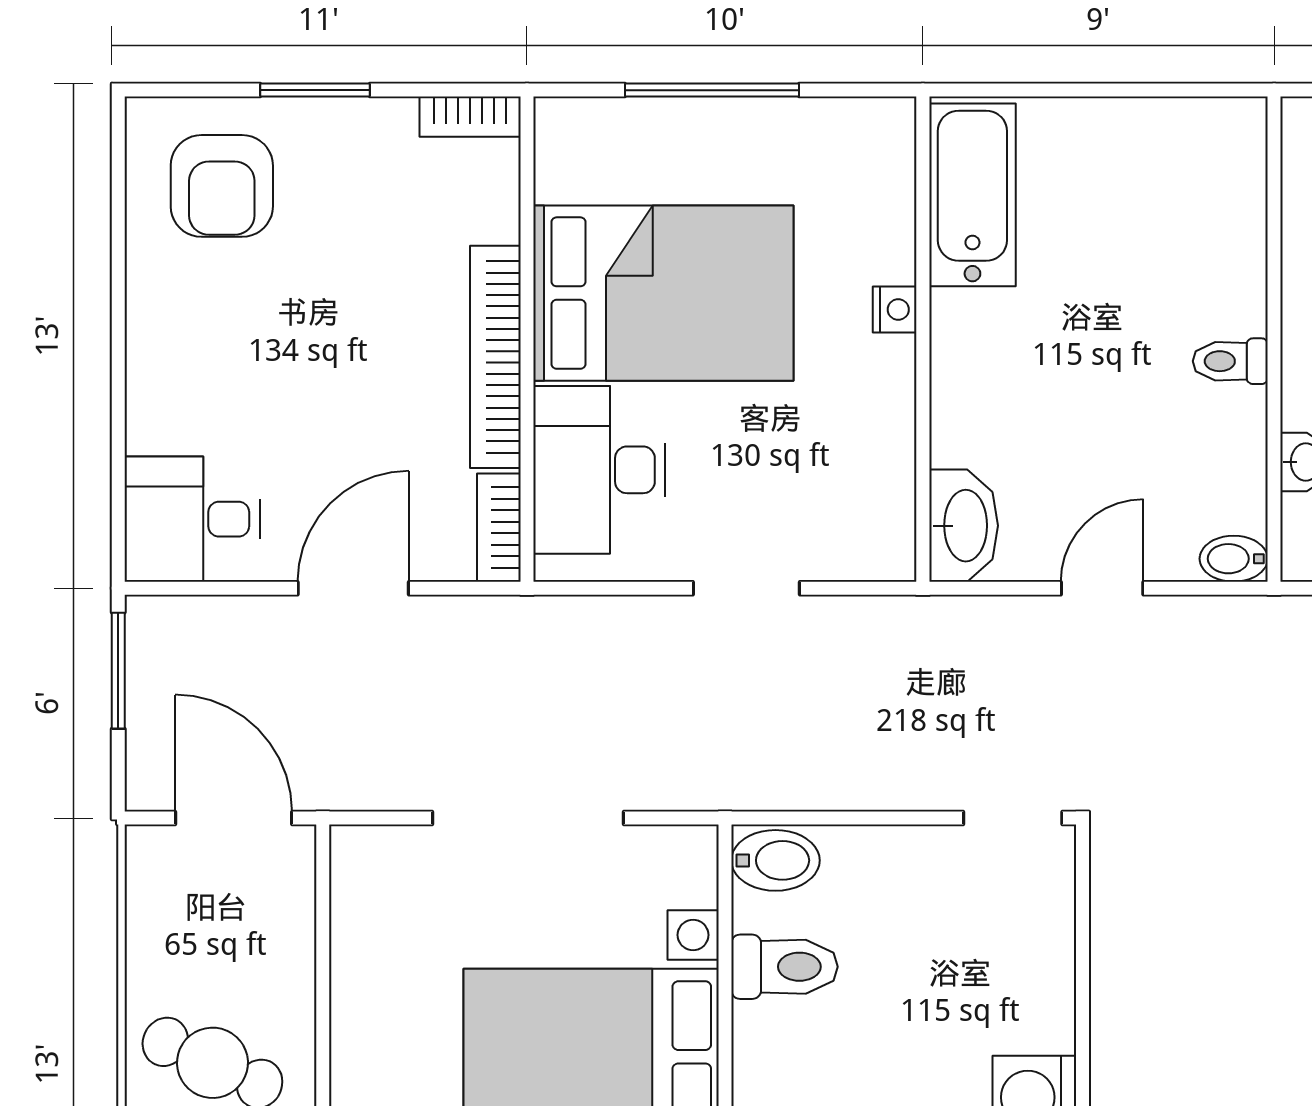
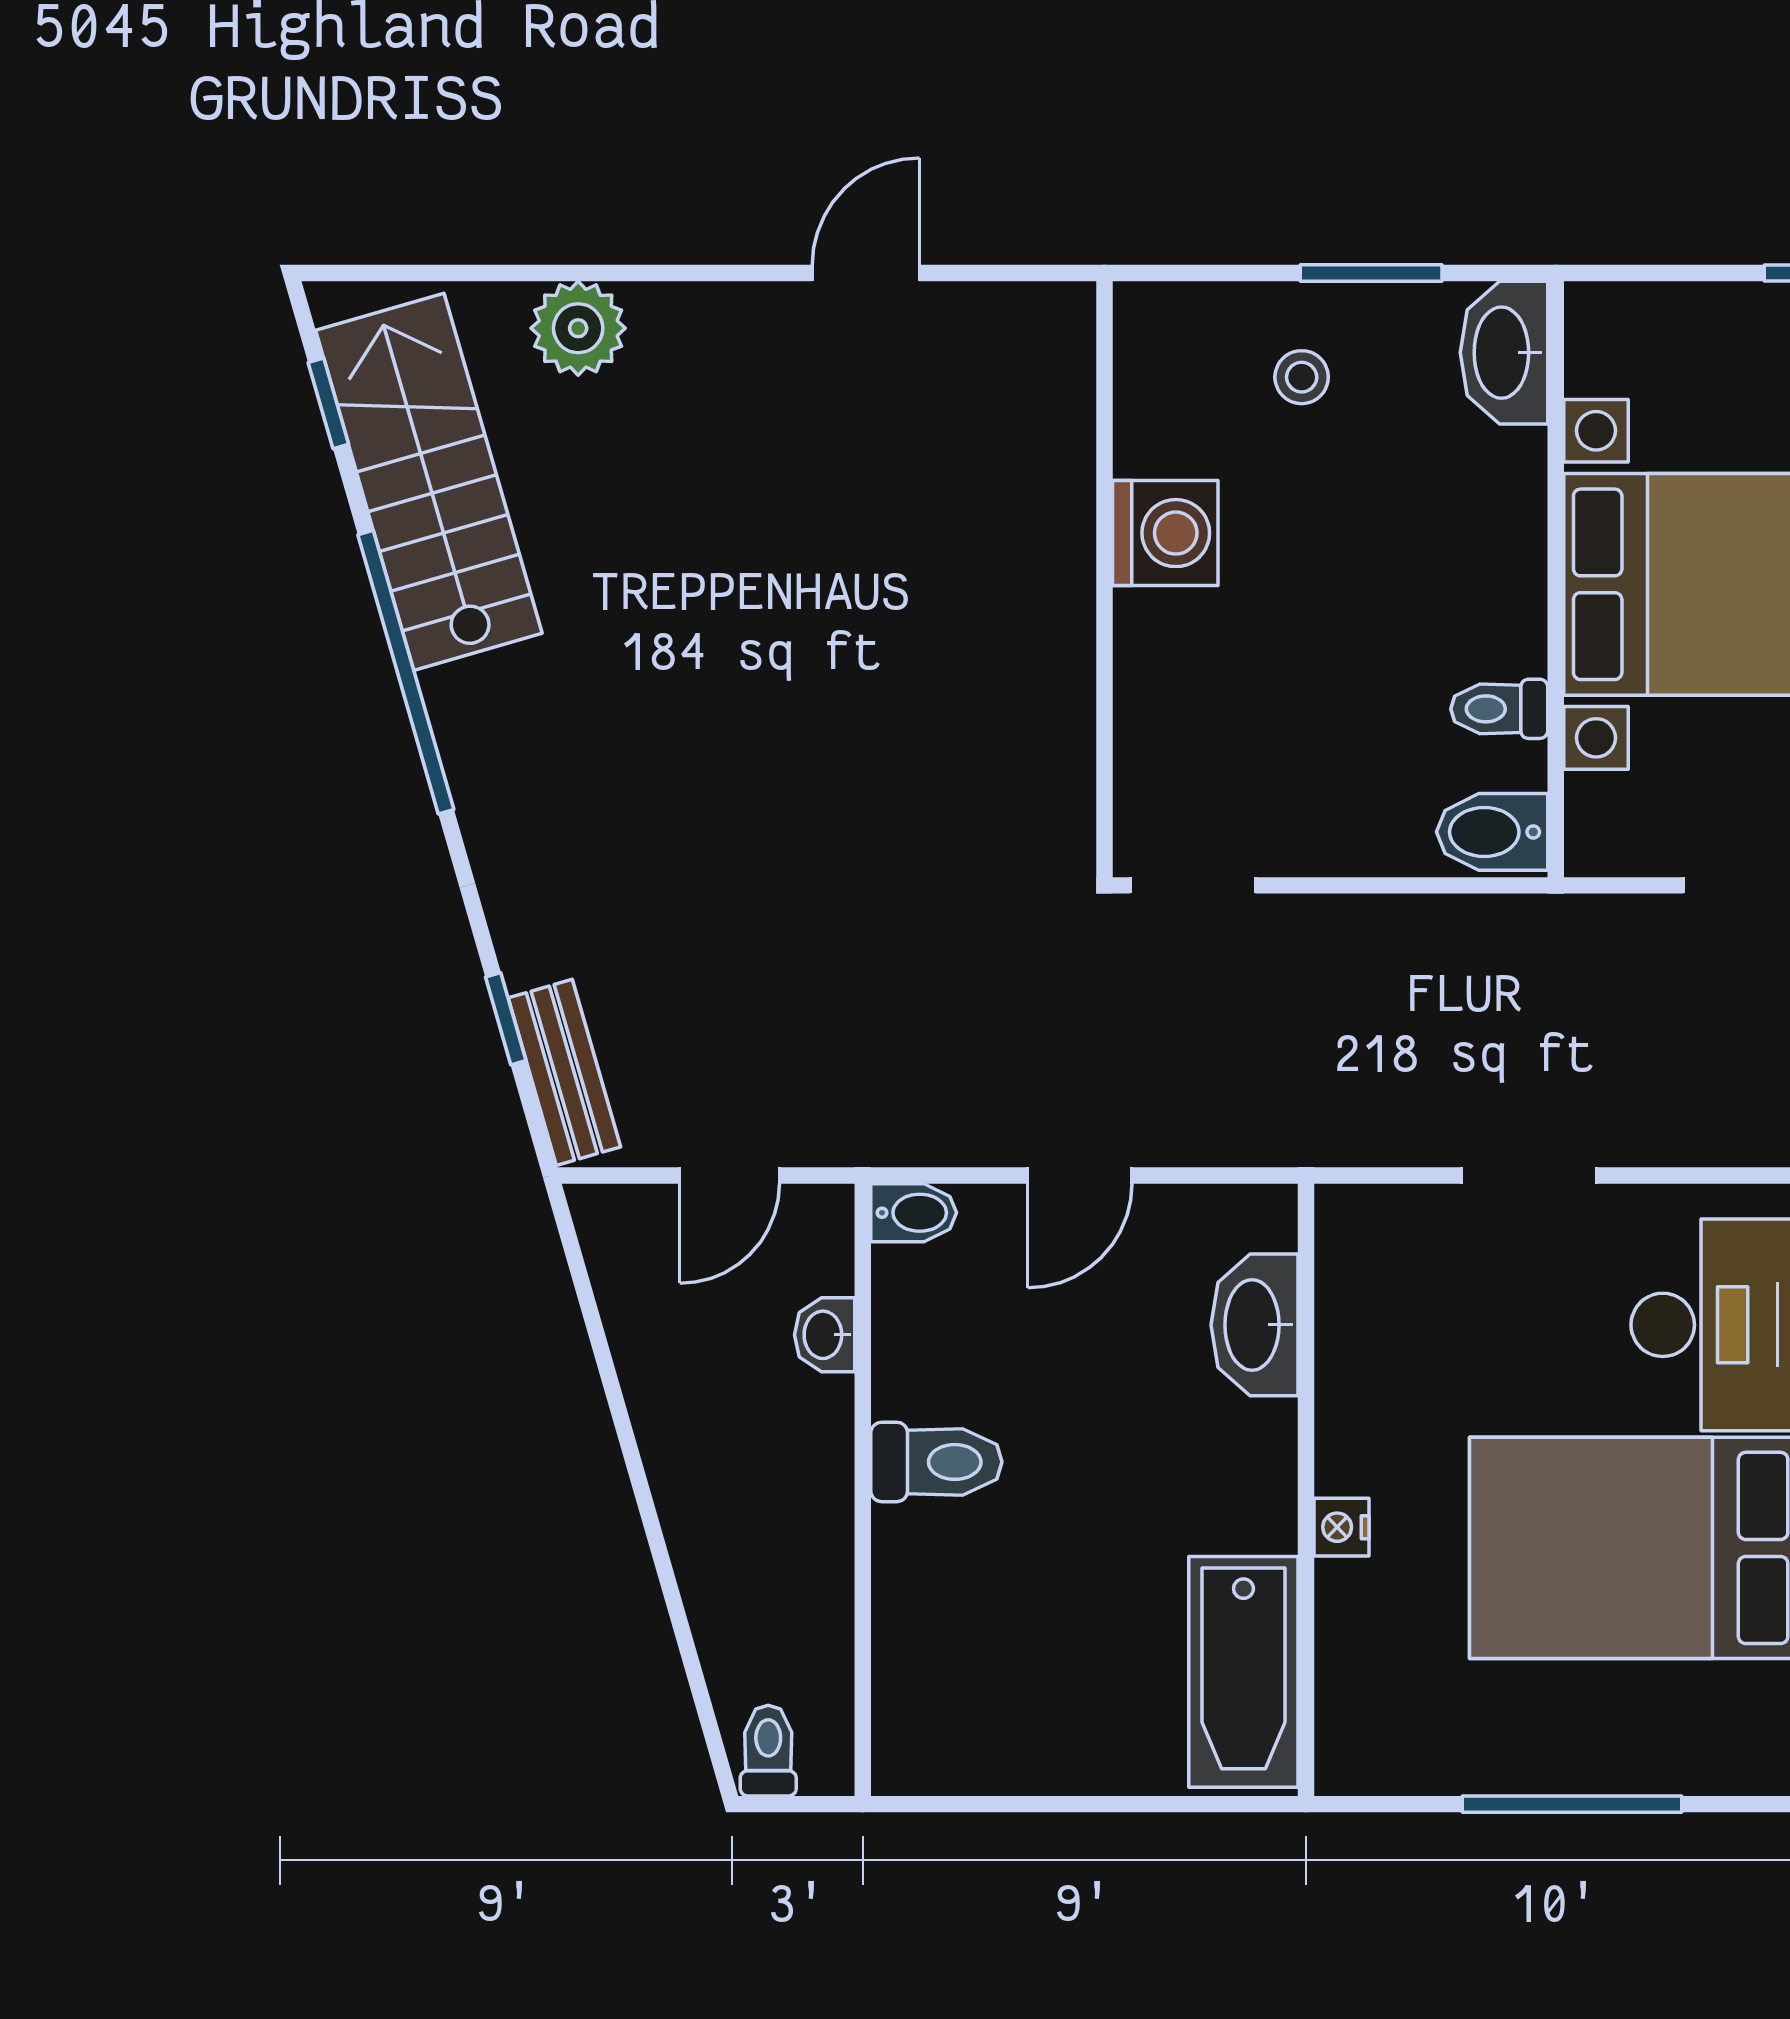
toilet: (1230, 361) -> (936, 1462), width x1.37, depth x1.39
washbasin: (964, 526) -> (1255, 1325), moved
toilet: (784, 967) -> (1499, 709), width x0.73, depth x0.72

